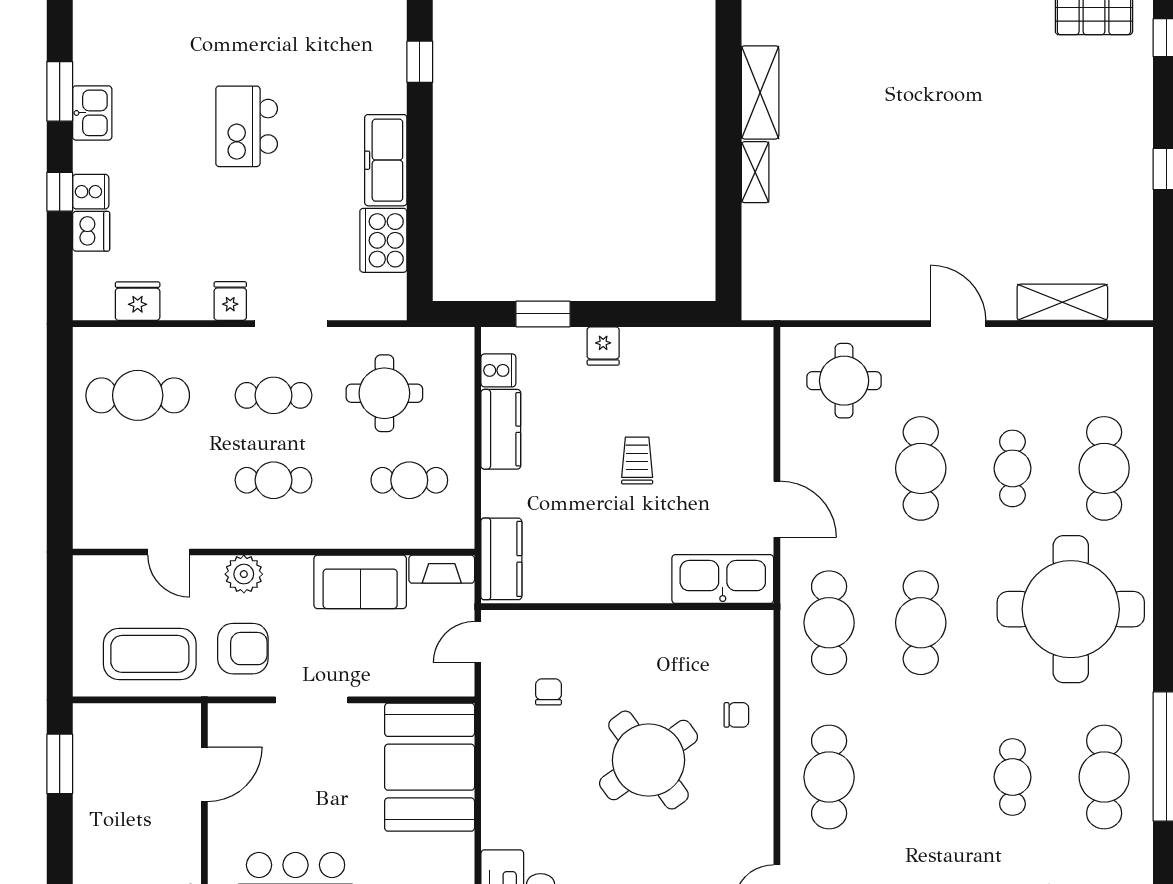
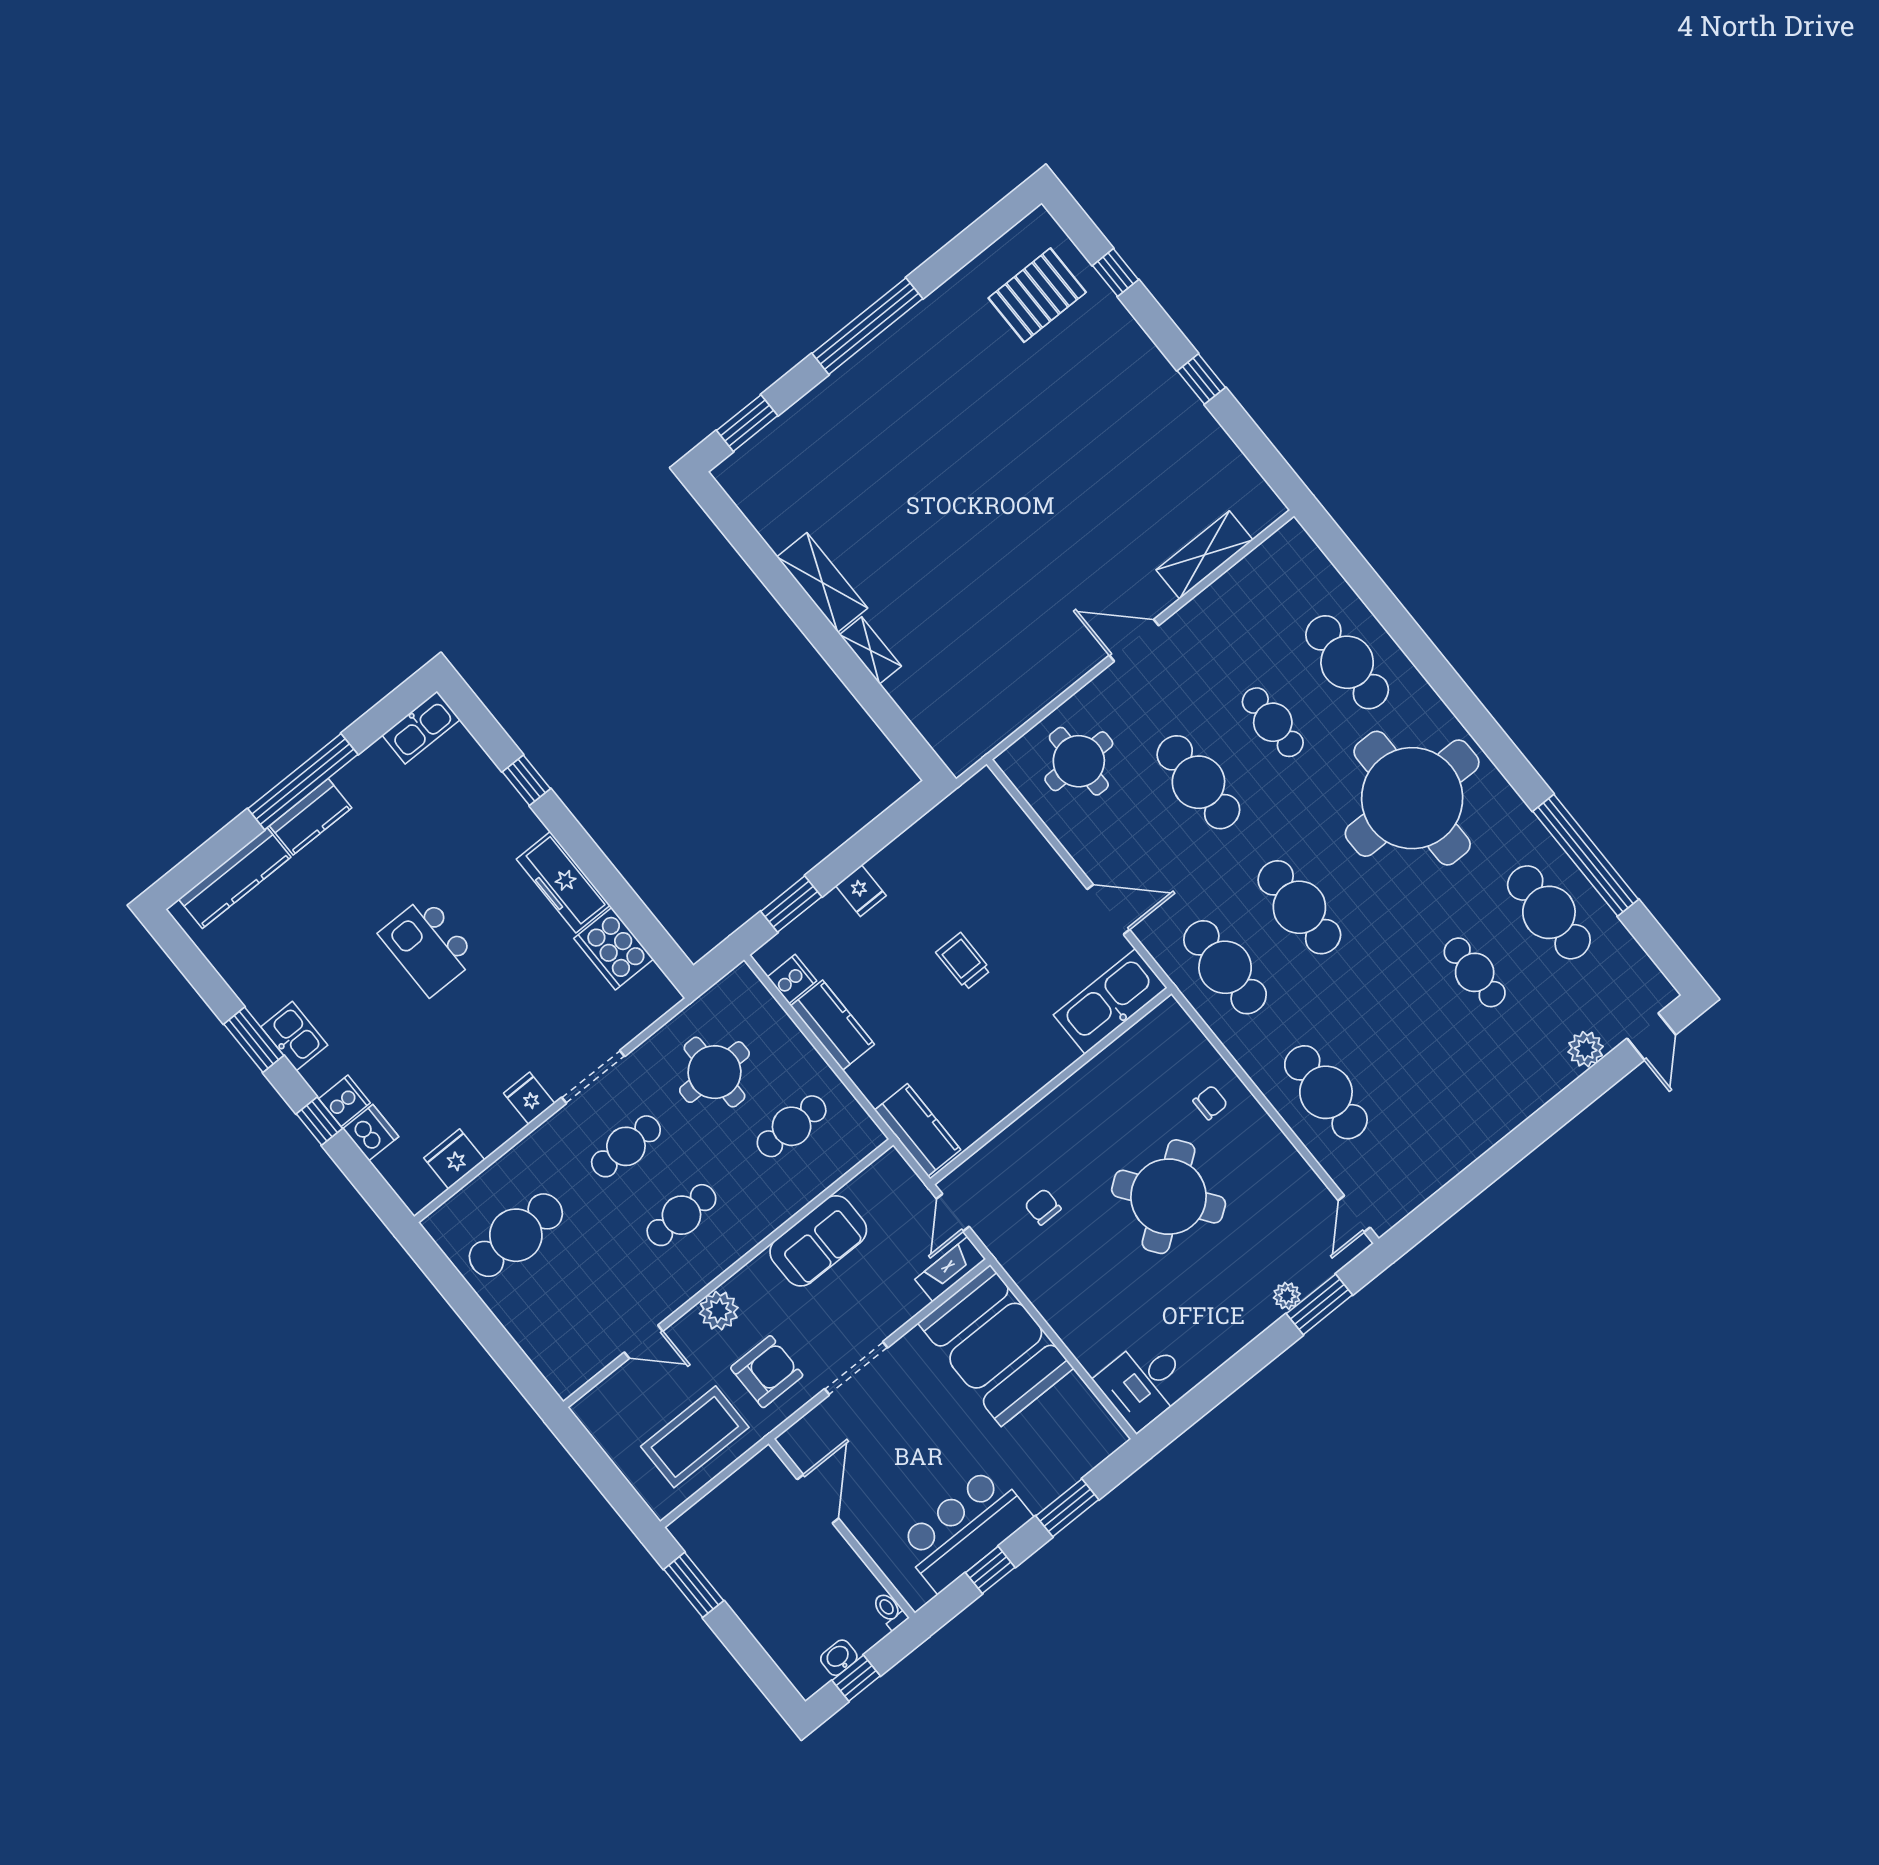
fireplace: (442, 569) -> (950, 1269), moved, turned 180

